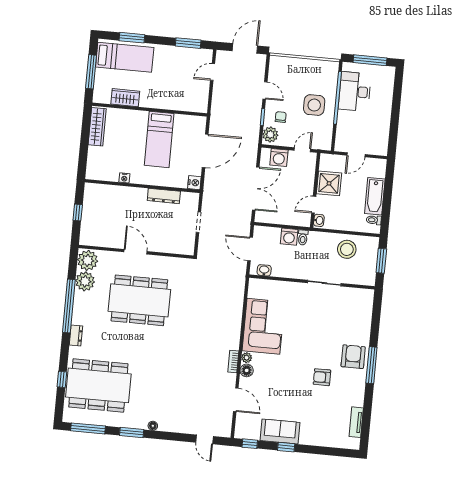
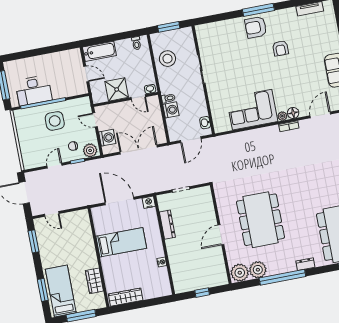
bathtub: (375, 196) -> (99, 51), moved

